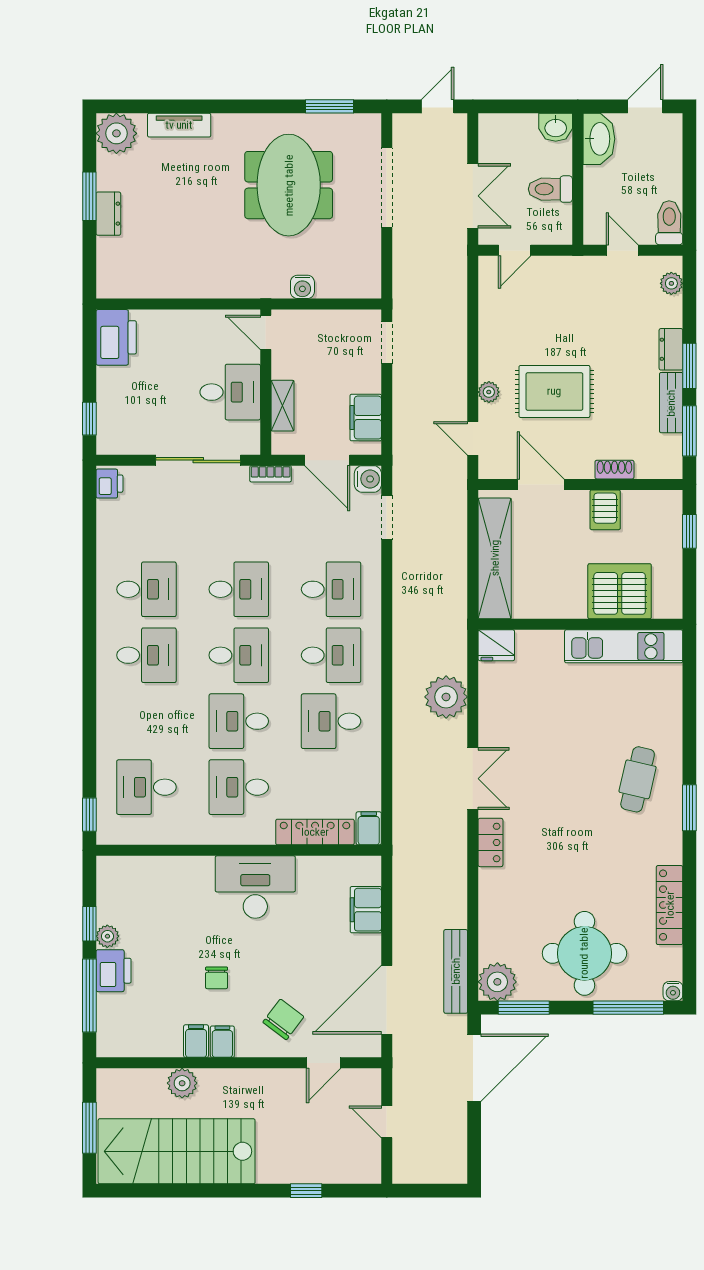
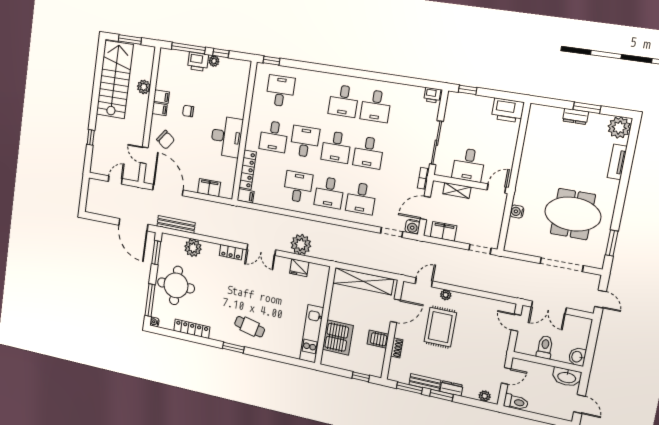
fridge: (496, 645) -> (299, 268), moved, turned -90
desk: (239, 787) -> (274, 136), turned 180
plant: (497, 982) -> (193, 248), moved

